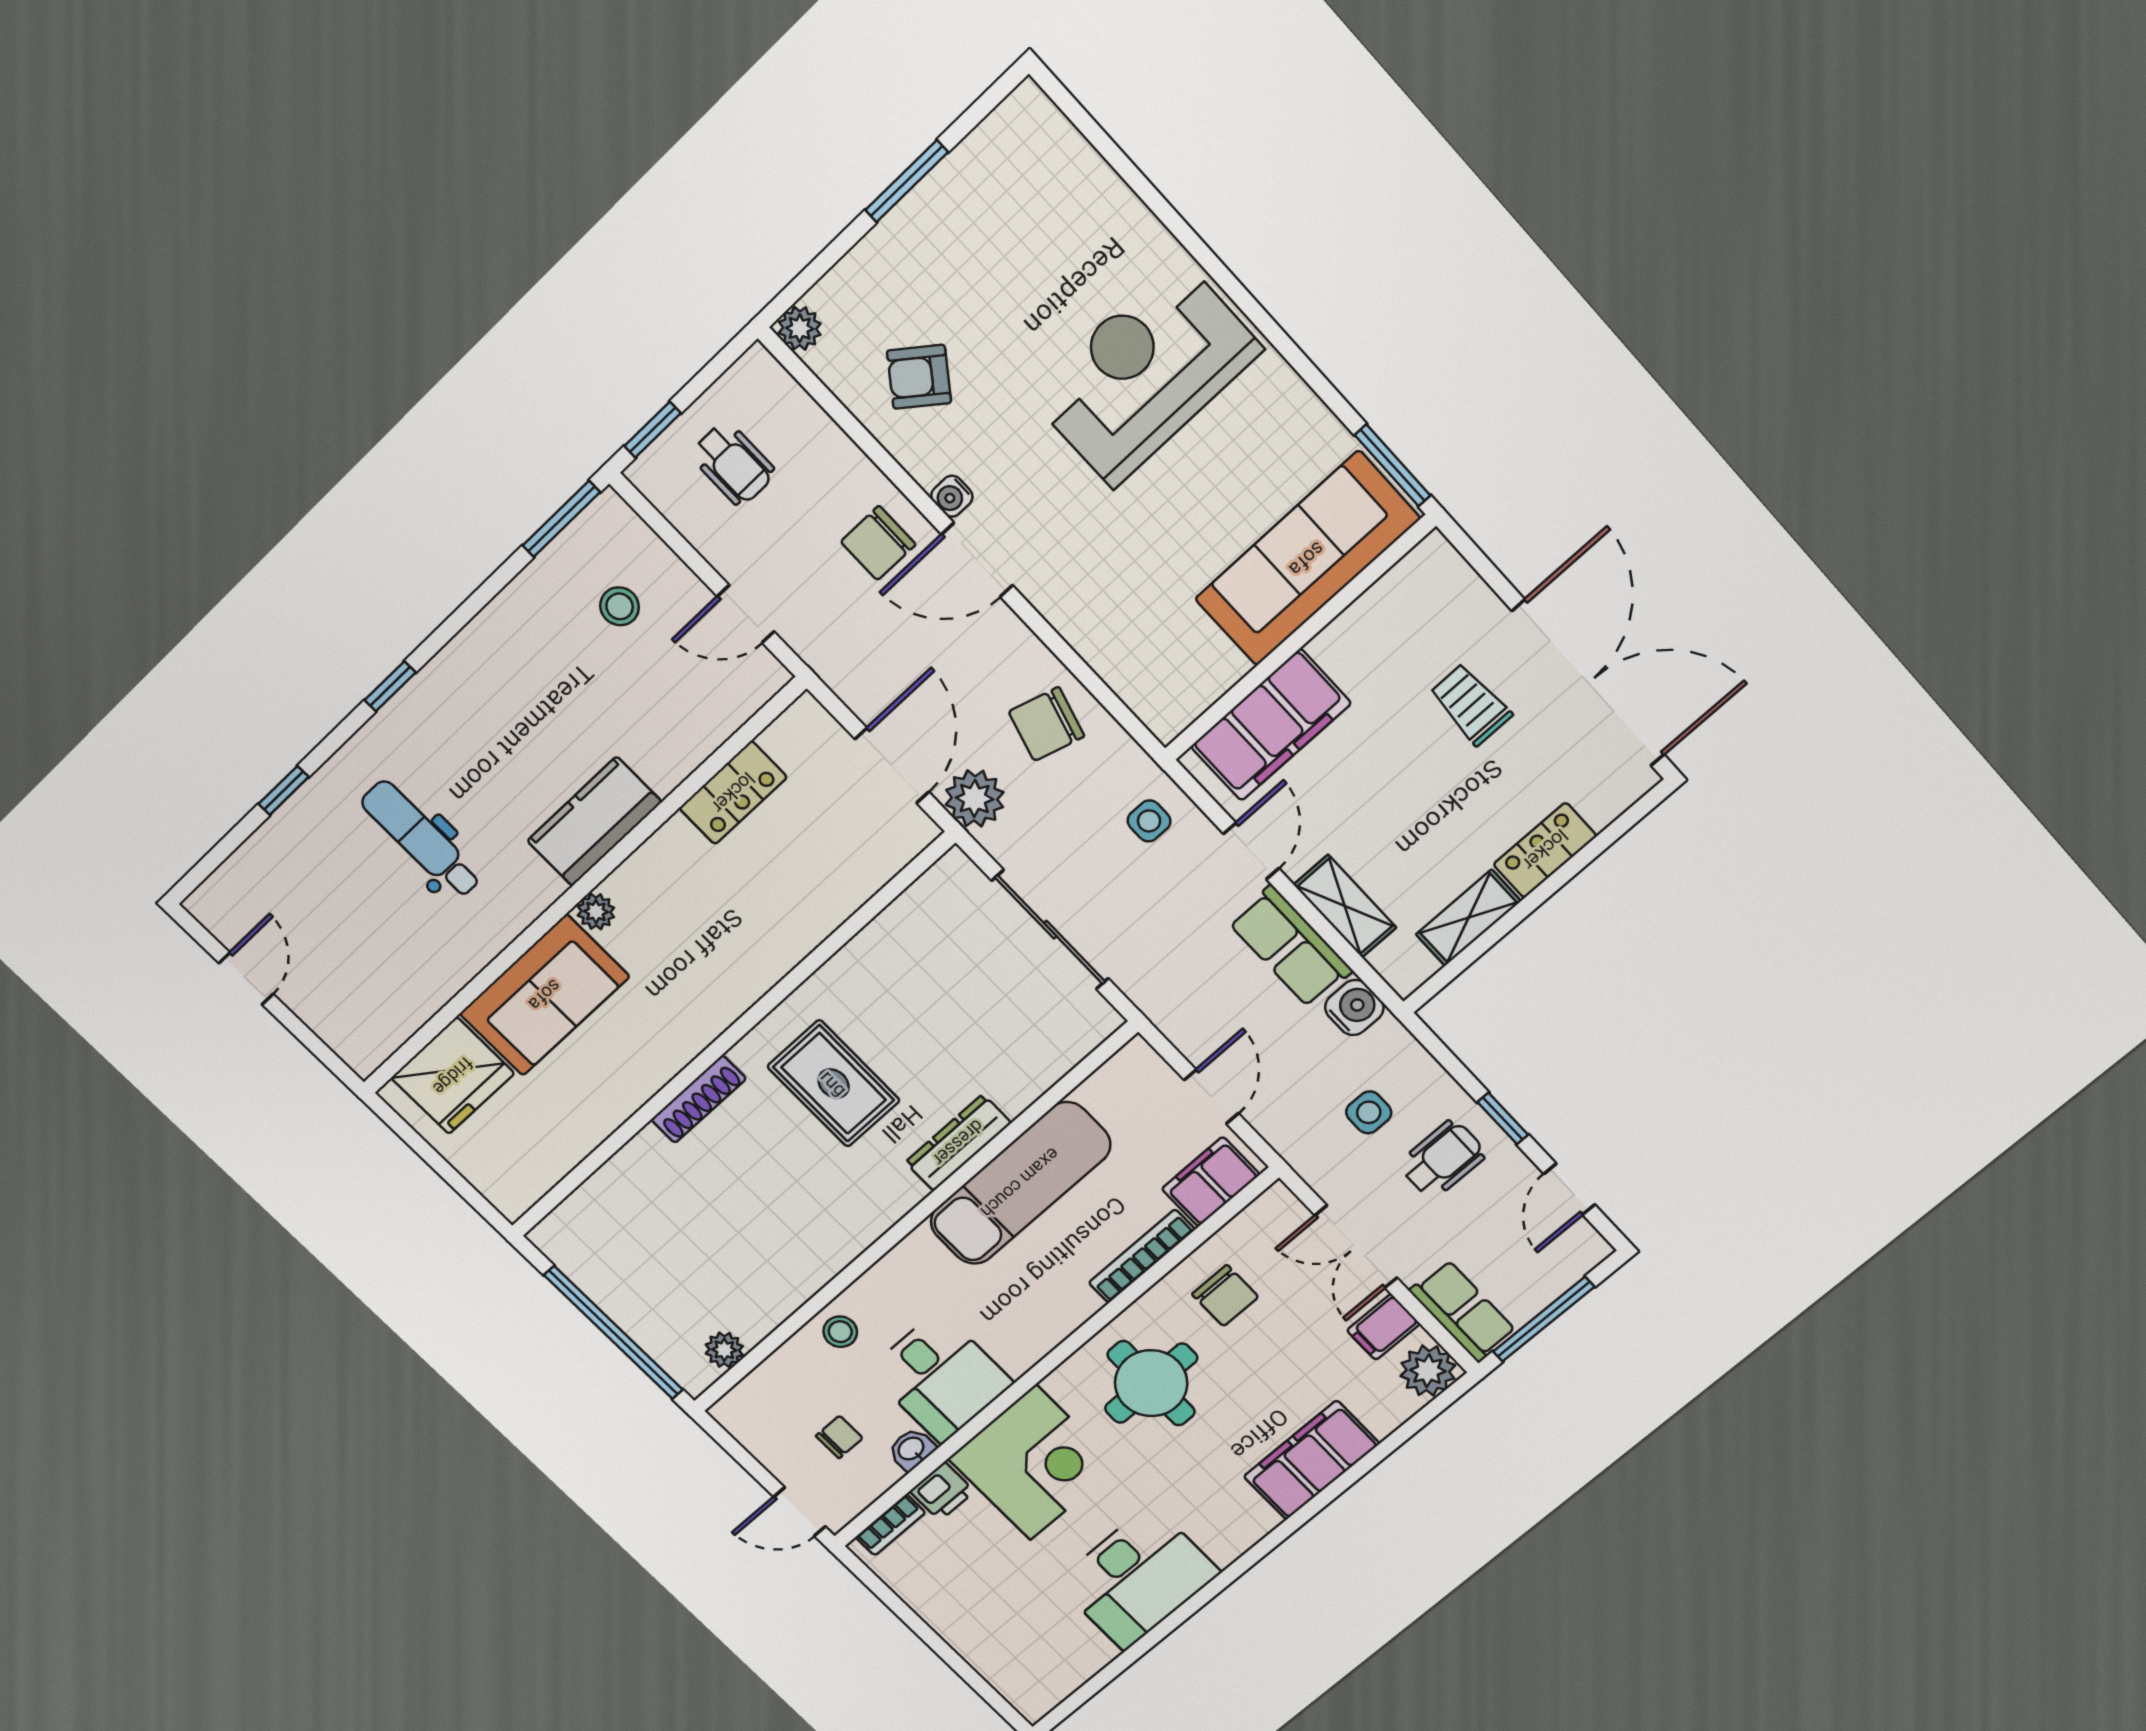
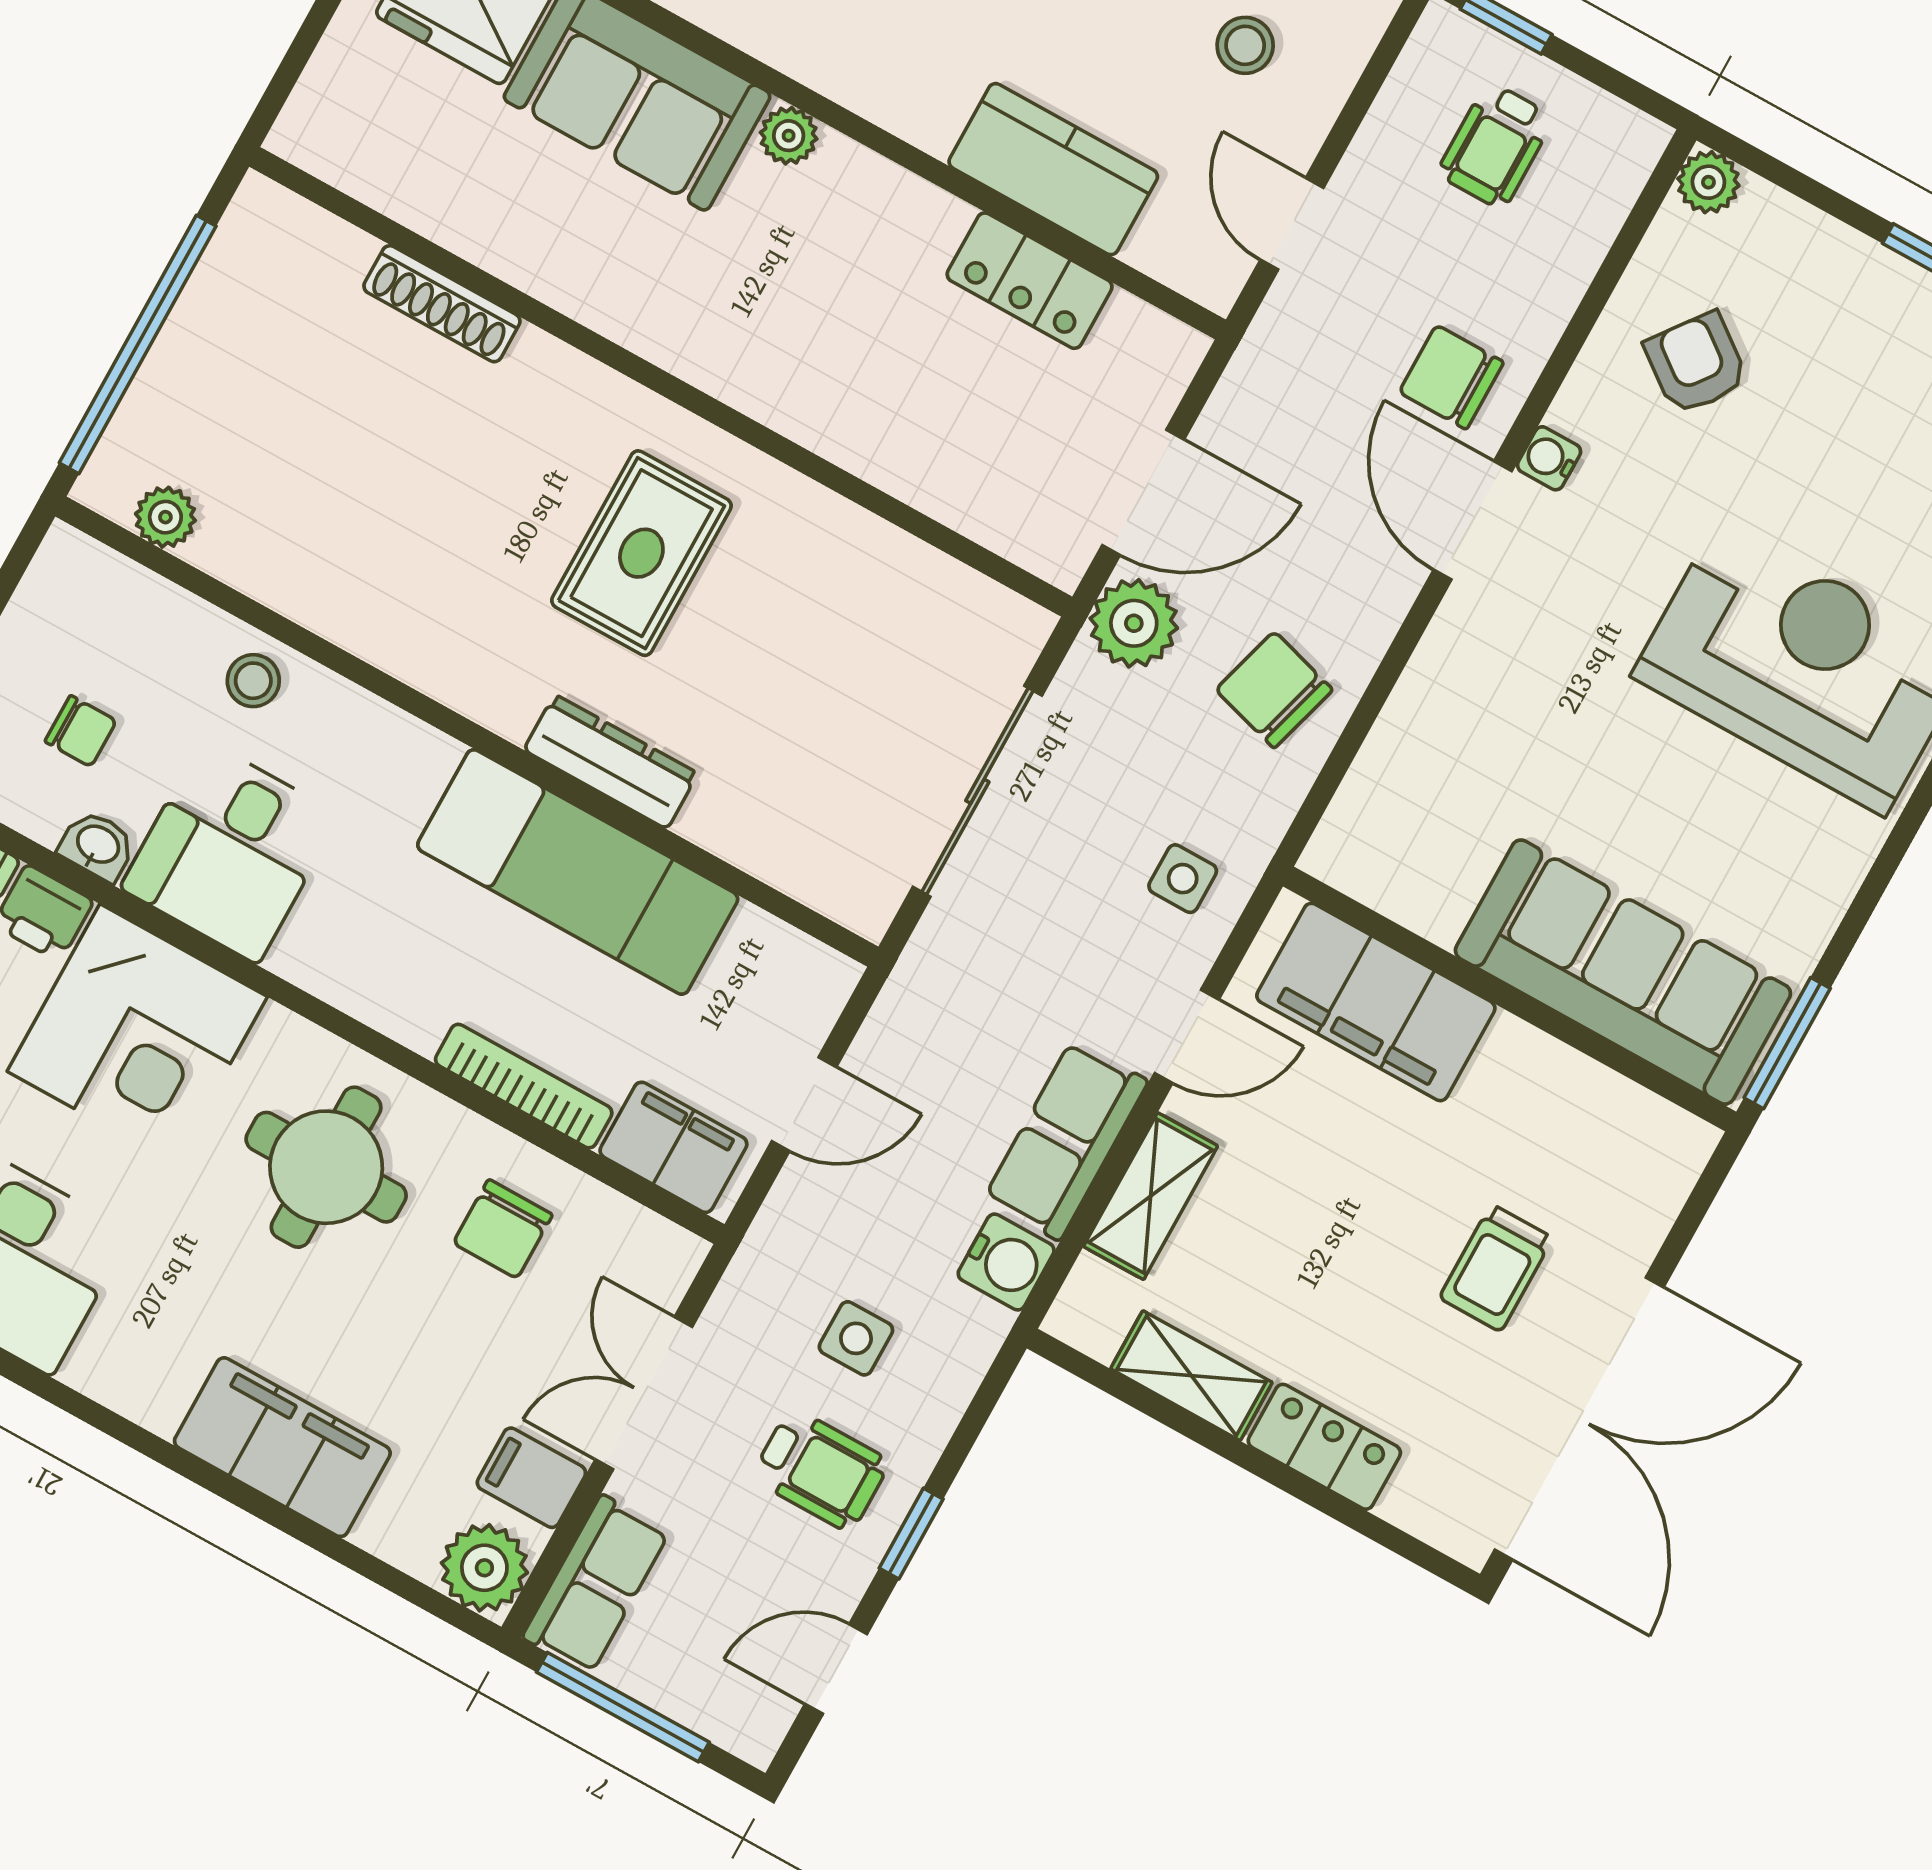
trolley: (1471, 704) -> (1496, 1268), turned 180
kitchen counter: (594, 822) -> (1053, 169), moved
shoe rack: (699, 1099) -> (442, 304), moved

